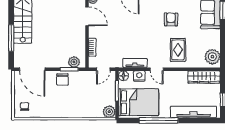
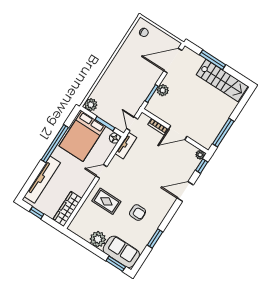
door: (87, 16) -> (178, 133), moved
plant: (212, 57) -> (98, 239), moved
plant: (74, 62) -> (163, 90), moved
tv unit: (135, 63) -> (126, 146), moved
nightstand: (139, 76) -> (105, 152), removed
chair: (62, 79) -> (146, 82), removed

